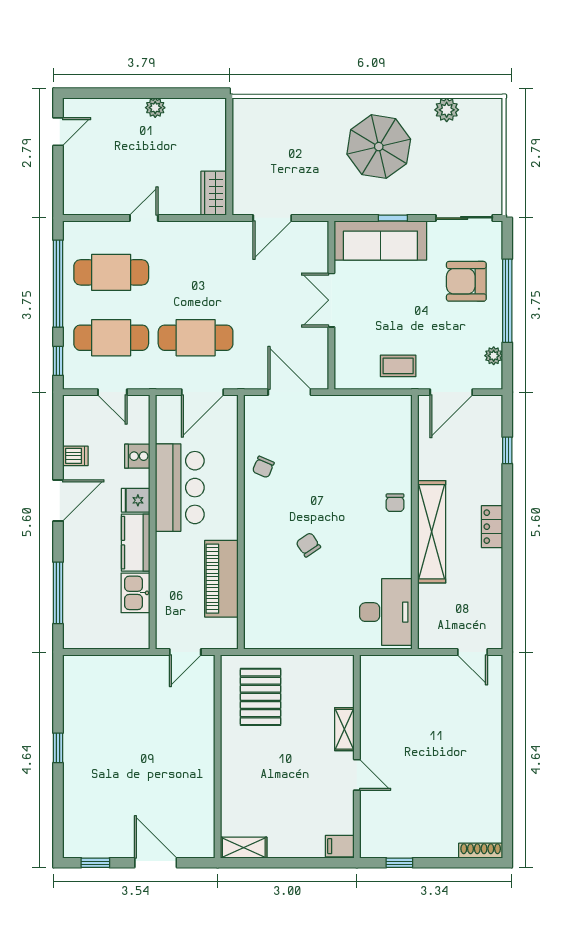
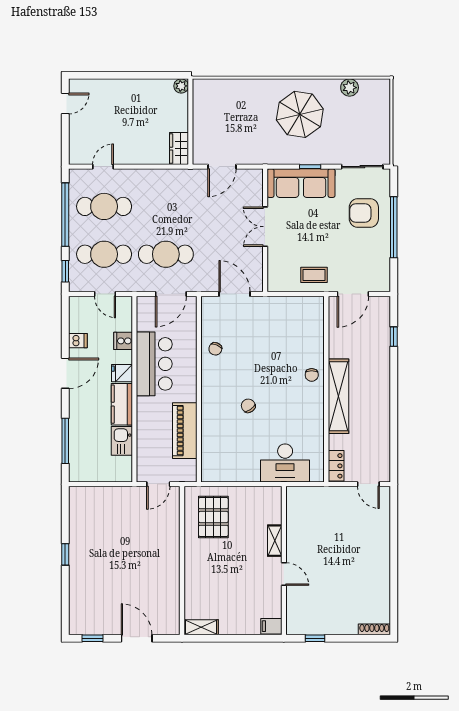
plant: (155, 108) -> (181, 86), moved
door: (144, 218) -> (103, 167), moved
plant: (494, 356) -> (384, 267), removed
locker: (492, 527) -> (336, 466), moved, turned 180
desk: (386, 612) -> (285, 463), moved, turned 90

